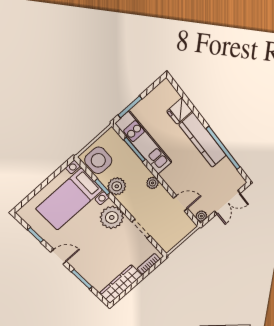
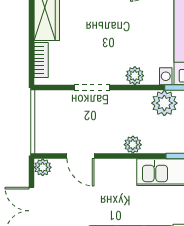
door: (181, 203) -> (80, 156), hinge flipped
plant: (112, 217) -> (135, 76), width x0.53, depth x0.53

